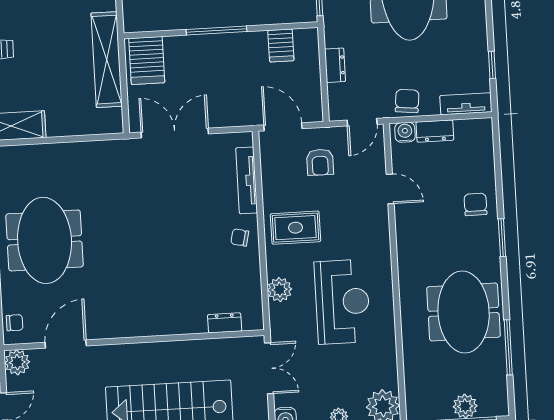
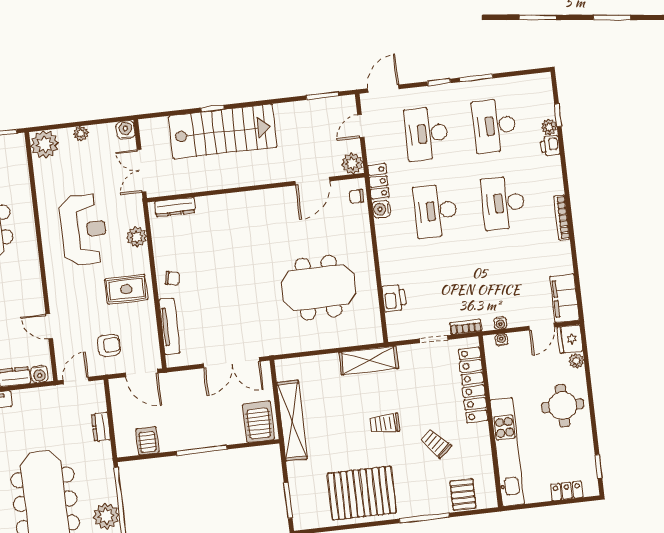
chair: (407, 101) -> (39, 400), removed
armchair: (320, 162) -> (109, 345), turned 90
meeting table: (45, 240) -> (318, 288), moved, turned 90
reception desk: (342, 302) -> (84, 230), turned 180
dresser: (225, 323) -> (175, 207), width x1.44

